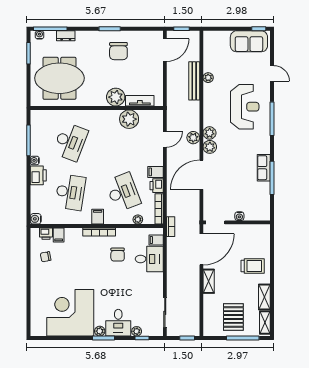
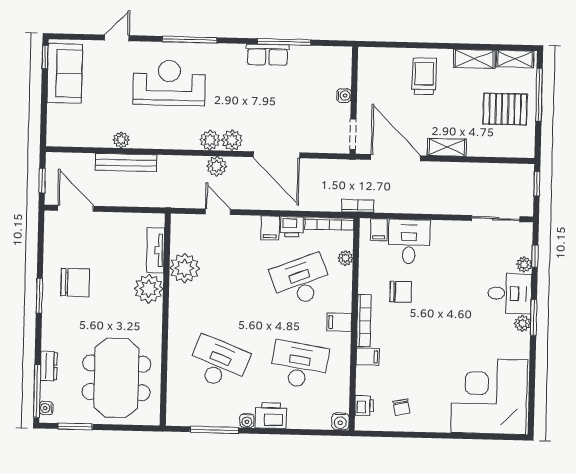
filing cabinet: (59, 235) -> (368, 357), moved
corner desk: (70, 313) -> (489, 396), moved, turned 90

